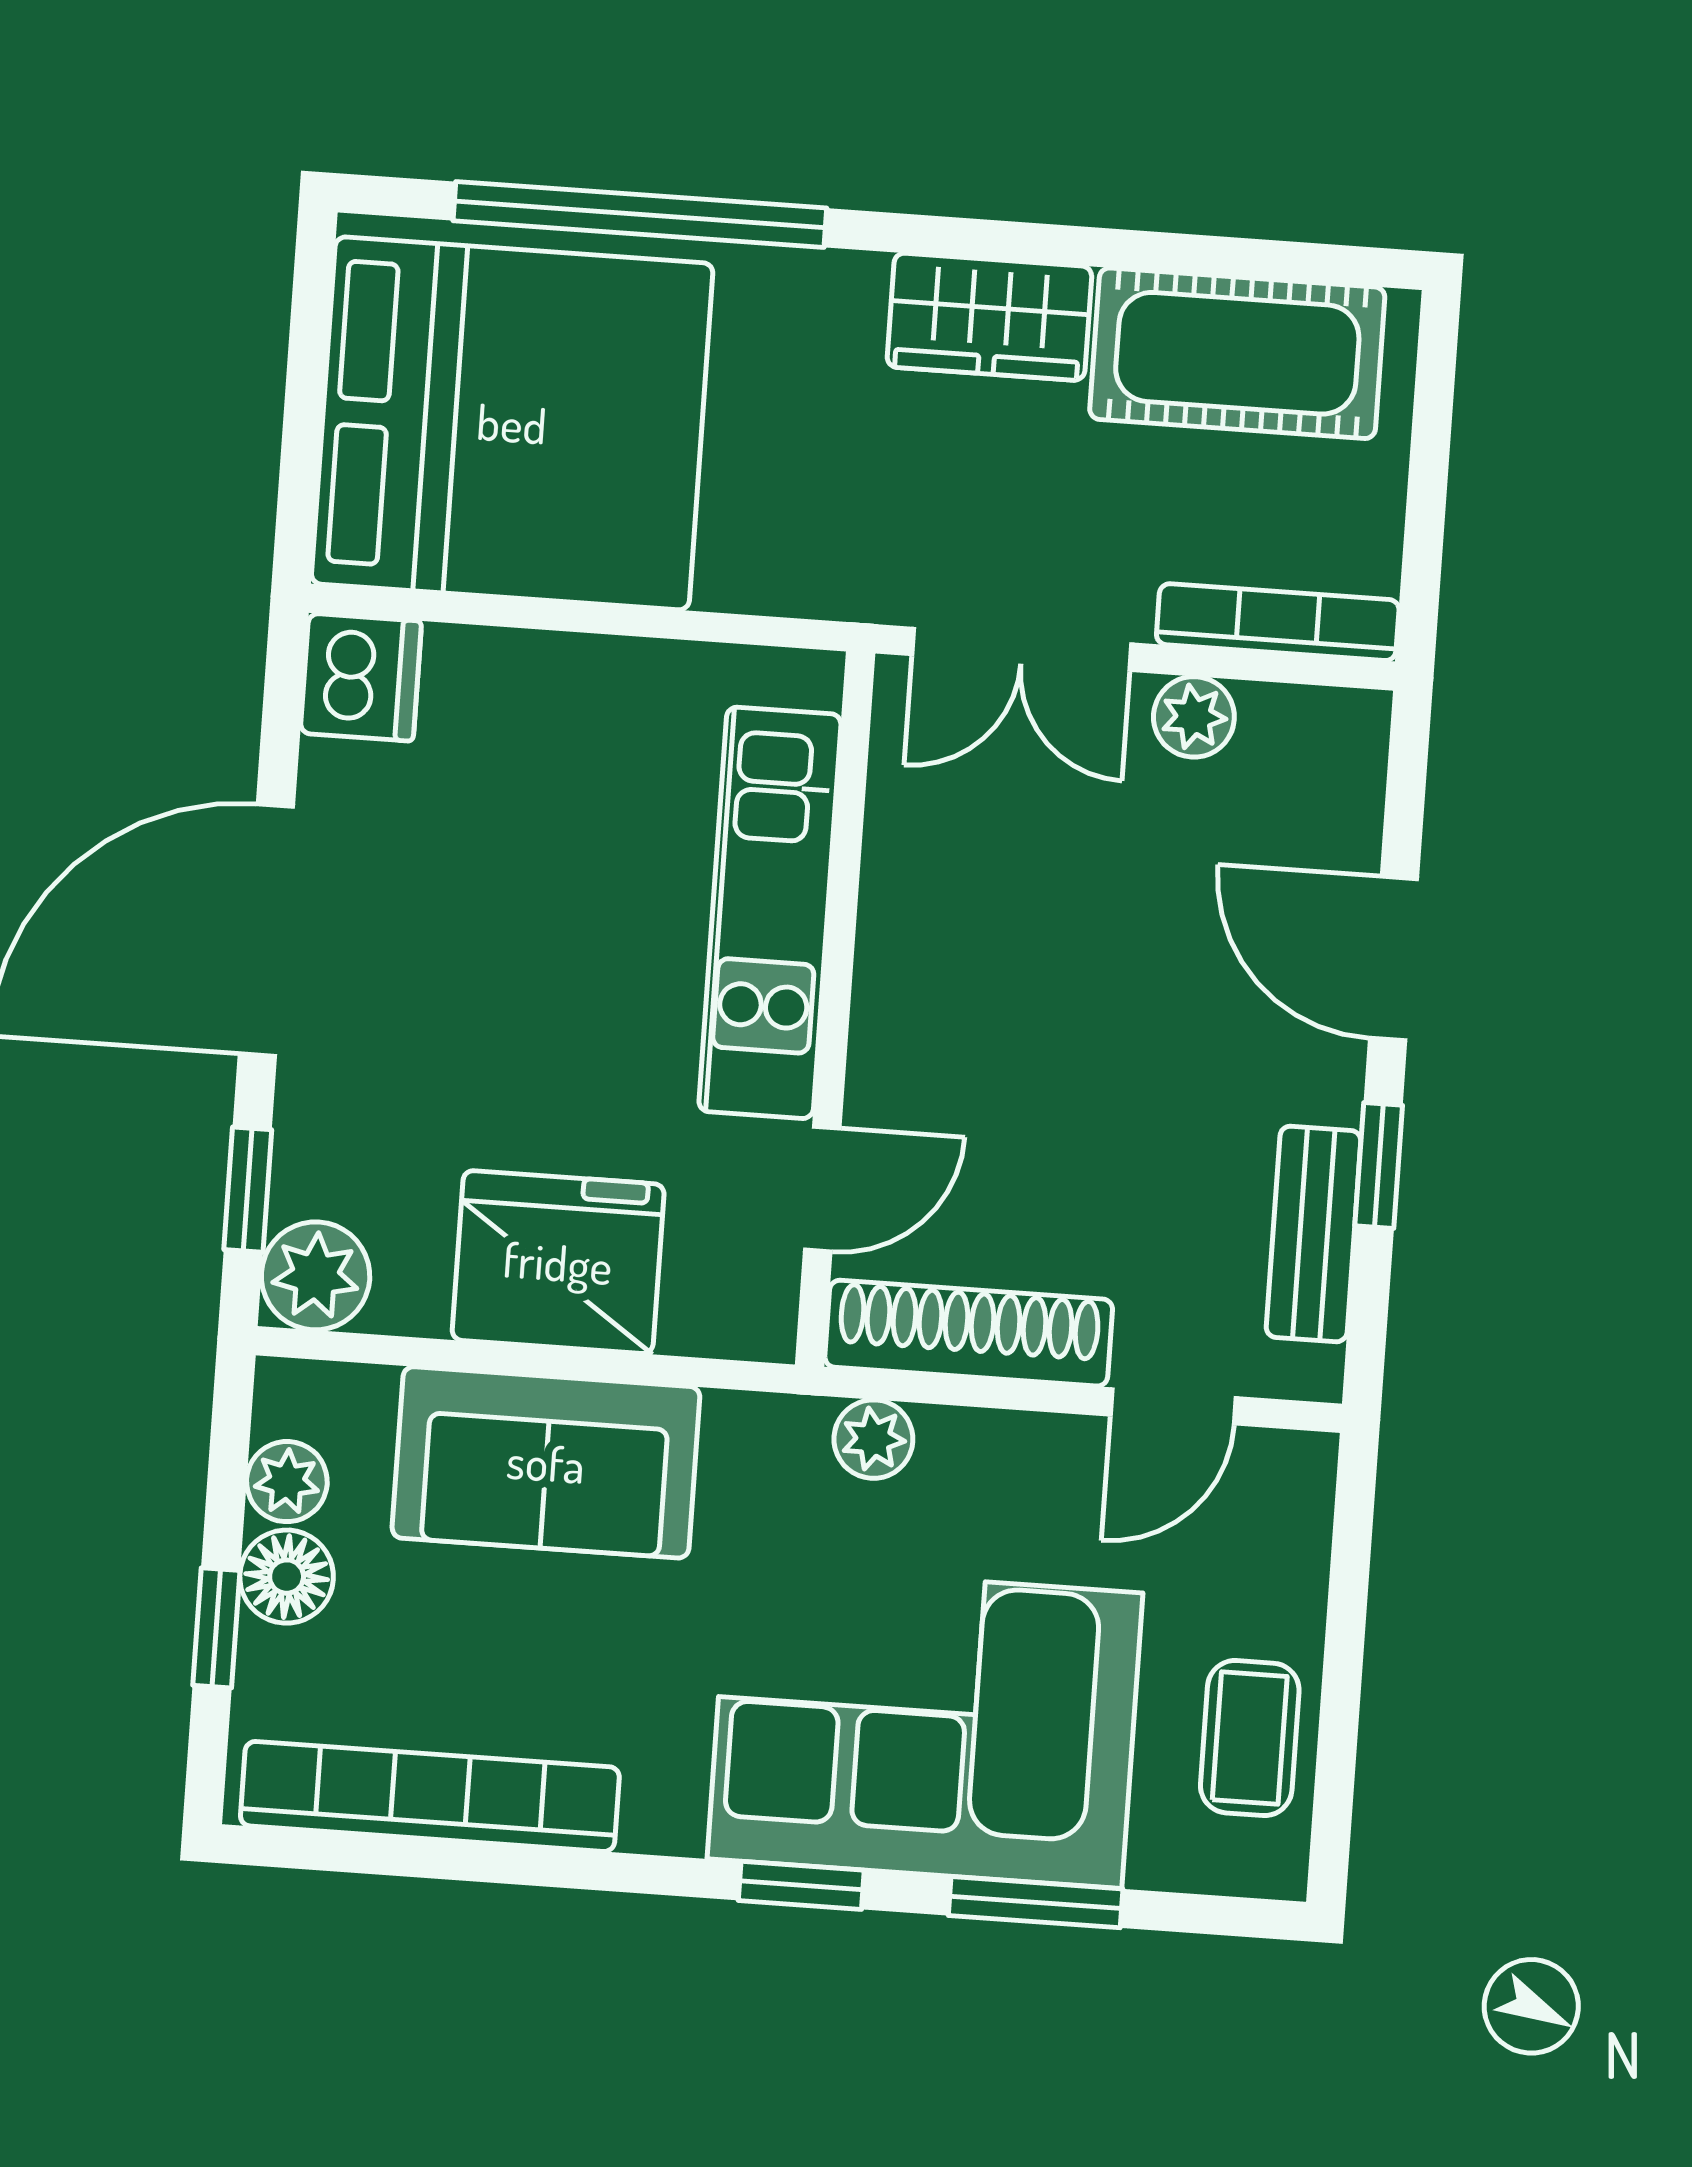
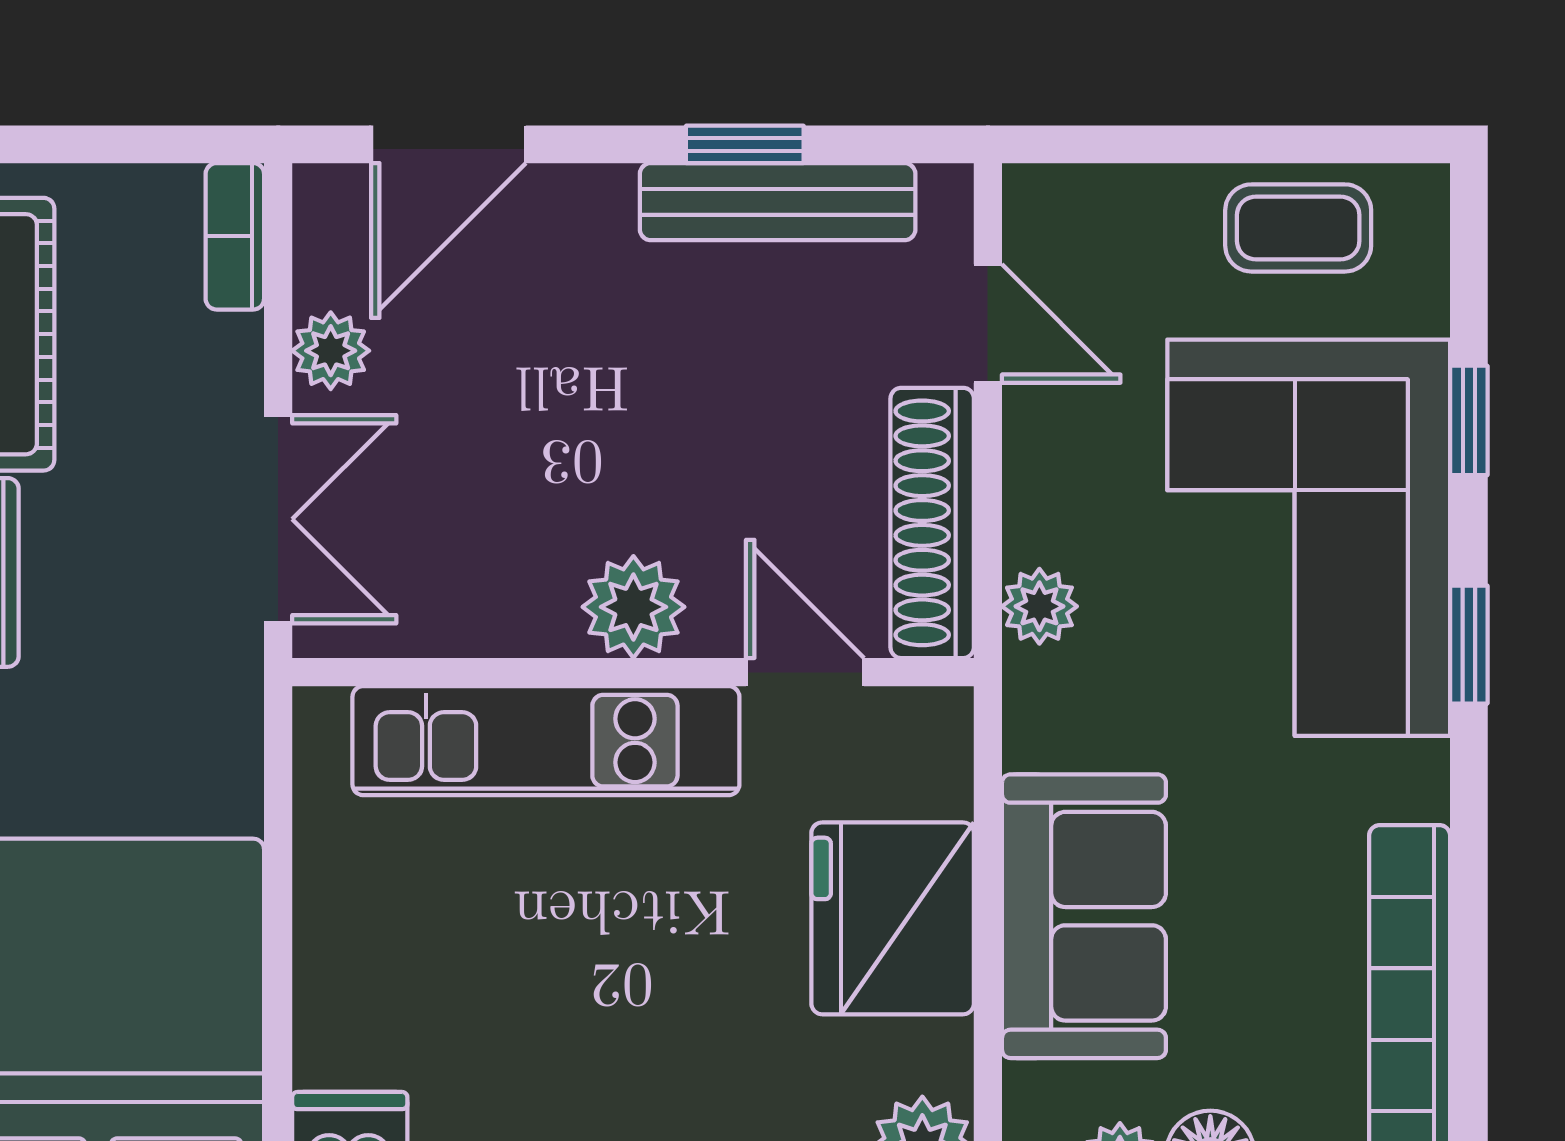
bookcase: (1278, 622) -> (235, 236), width x0.64
door: (1394, 959) -> (448, 144), moved
plant: (903, 1014) -> (633, 607), added
bench: (1314, 1234) -> (778, 202), width x1.36
window: (1036, 1902) -> (1469, 420), width x0.67

